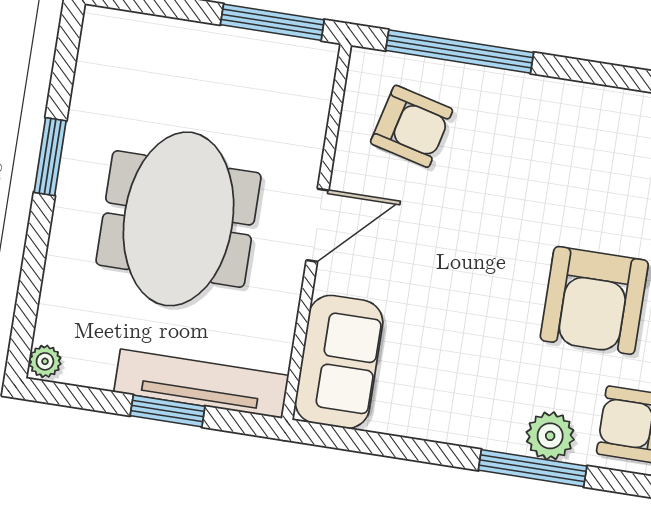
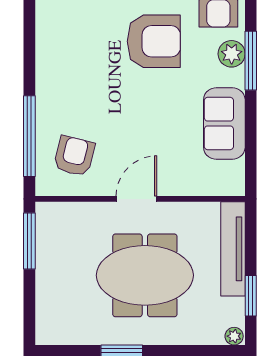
door: (317, 225) -> (136, 199), hinge flipped
sofa: (339, 362) -> (224, 123), moved, turned -90
window: (168, 411) -> (251, 296), moved

